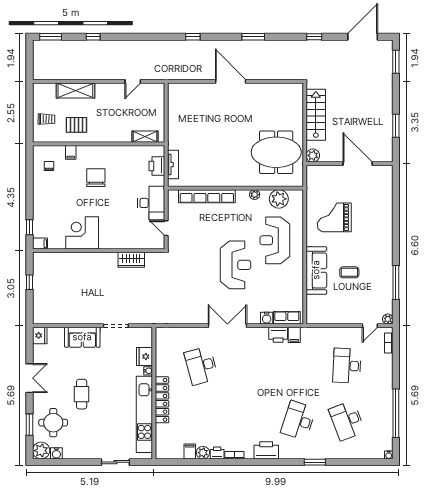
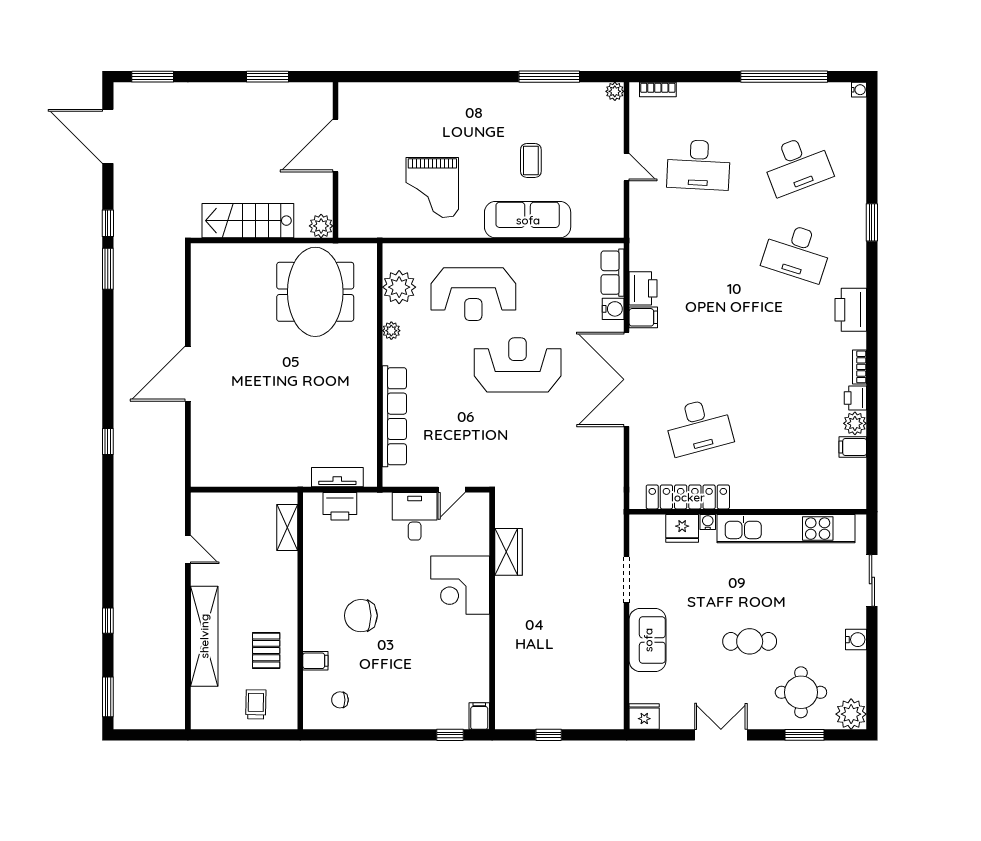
window: (253, 37) -> (108, 269), moved
shelving: (75, 90) -> (204, 636), width x1.47
desk: (151, 203) -> (415, 516), width x0.73
corner desk: (82, 233) -> (460, 585), moved
double door: (227, 326) -> (627, 379), width x1.36
door: (370, 326) -> (627, 167), moved
filing cabinet: (294, 335) -> (643, 317), moved
locker: (162, 400) -> (688, 497), moved
water cooler: (56, 453) -> (856, 640), moved

